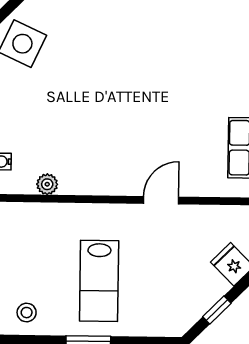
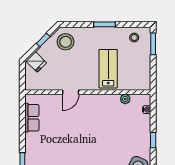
lab bench: (99, 281) -> (108, 69), moved
stool: (170, 306) -> (66, 42), added

